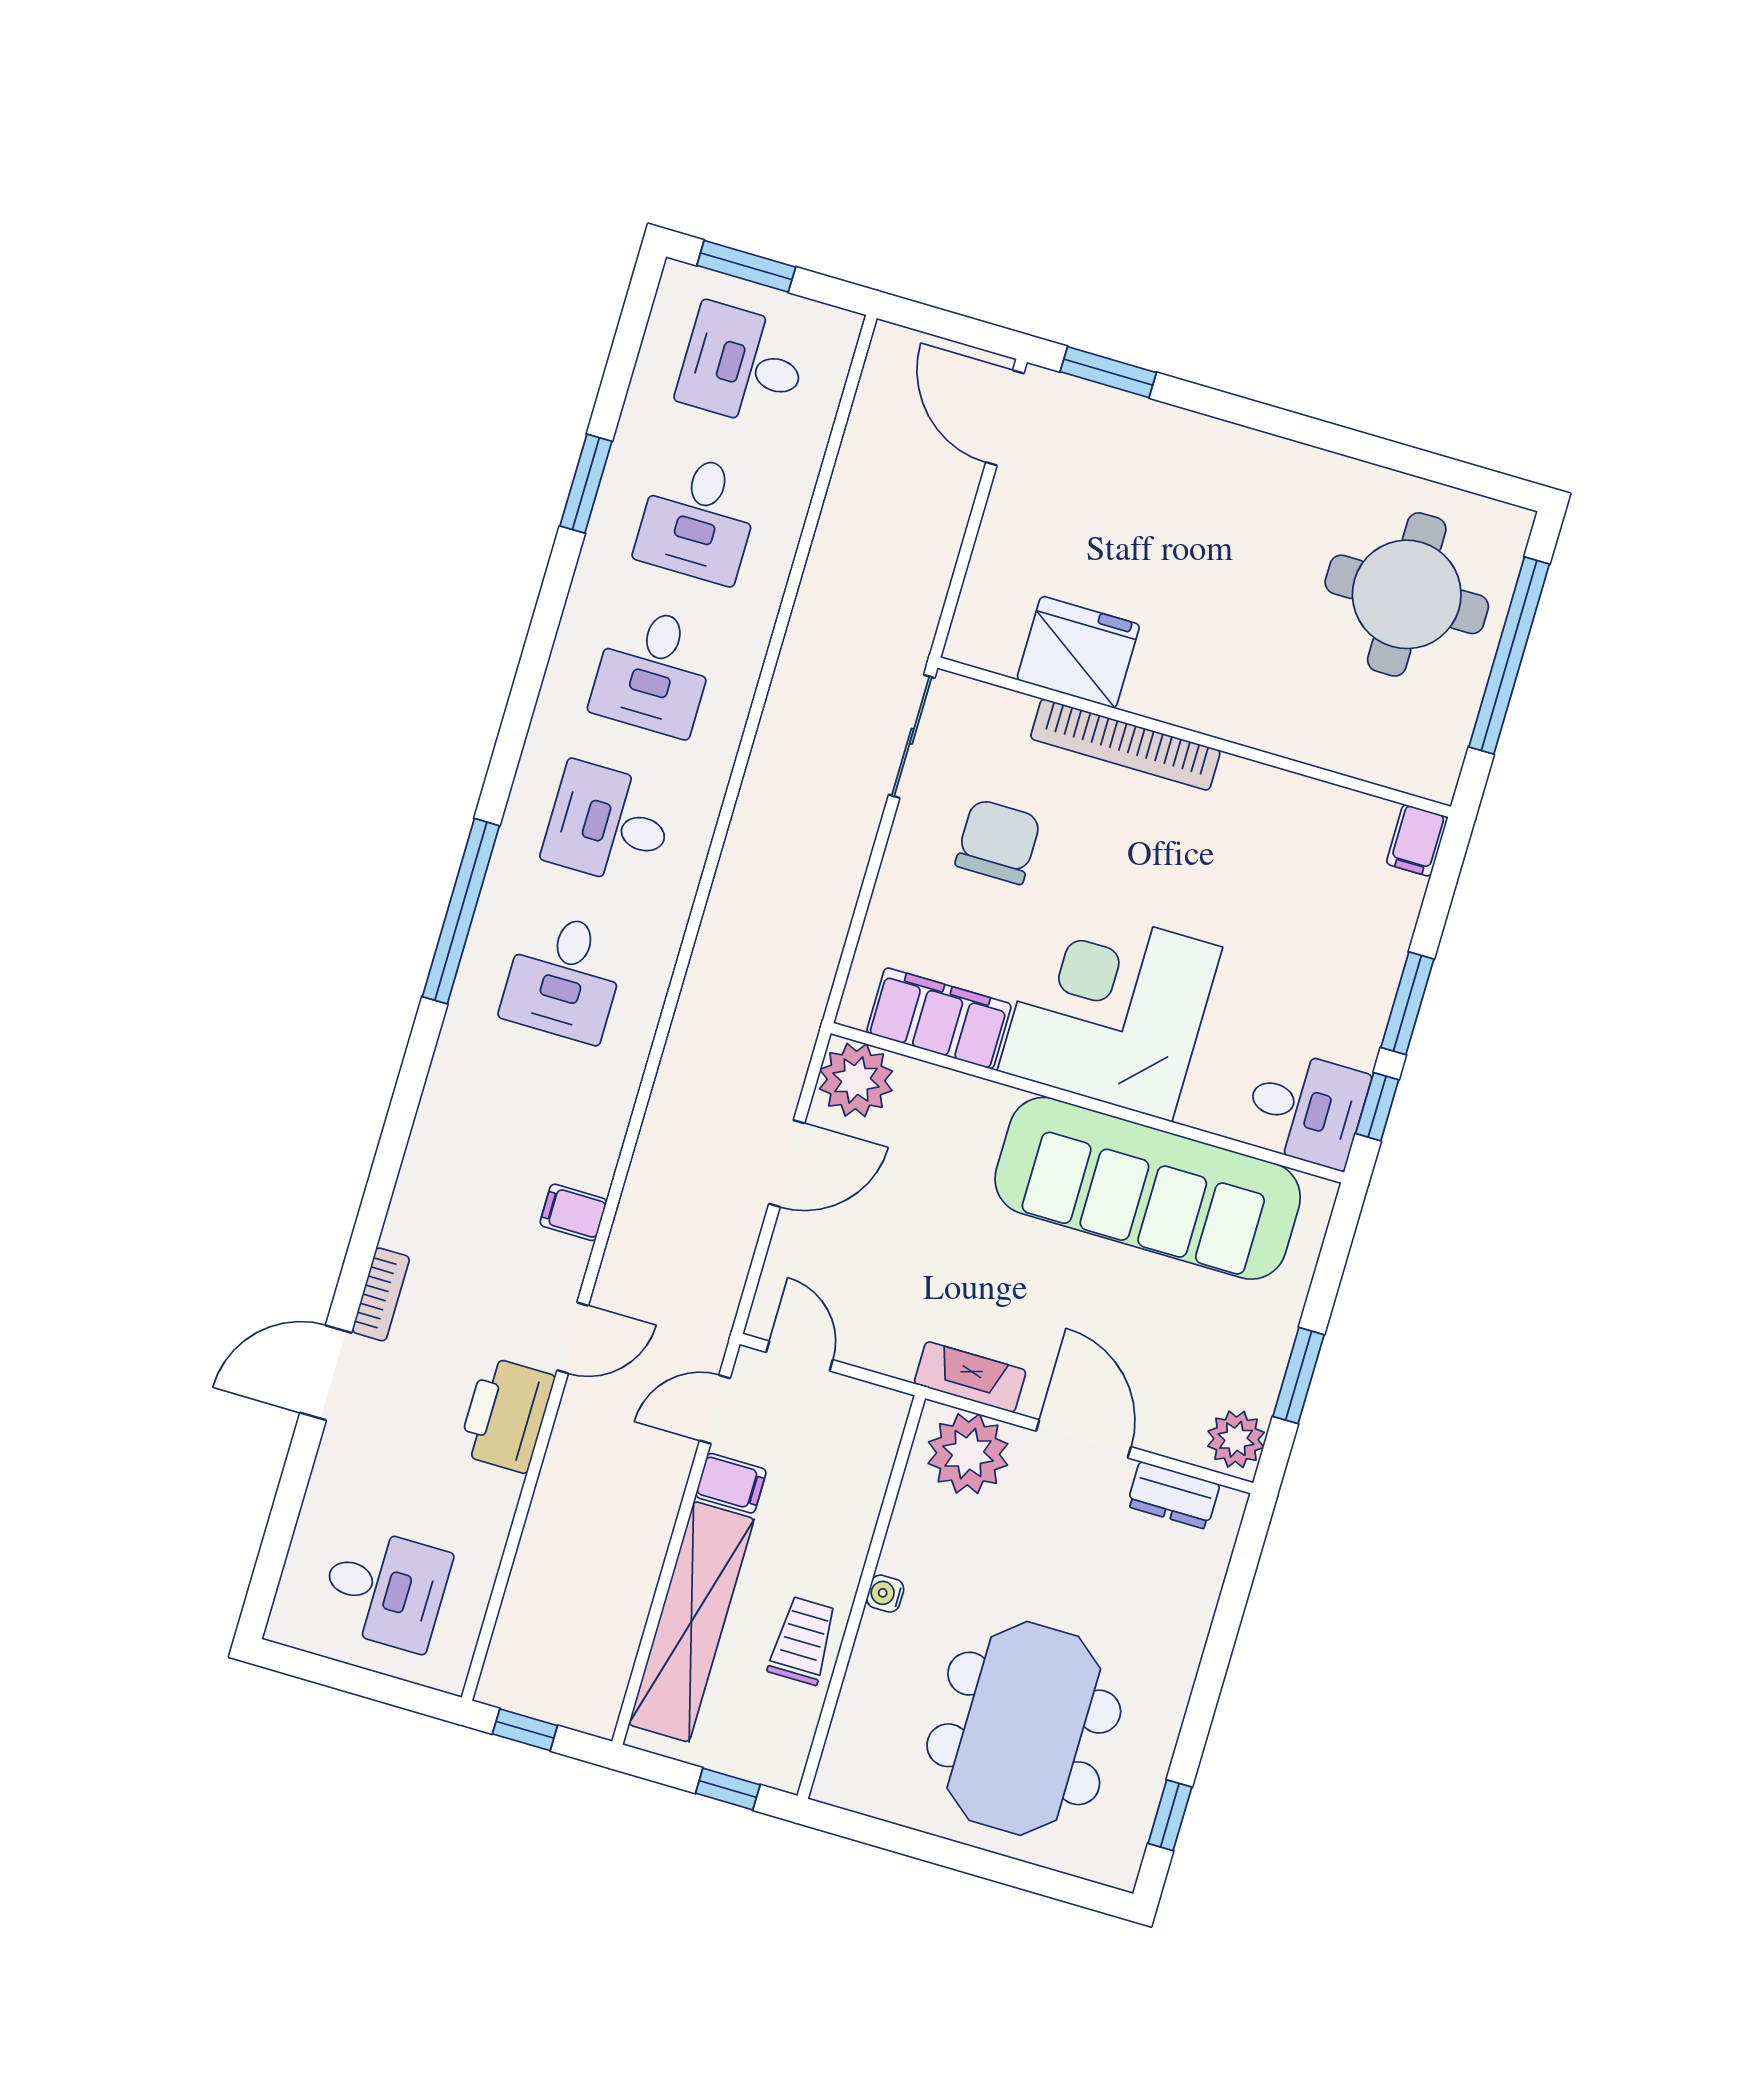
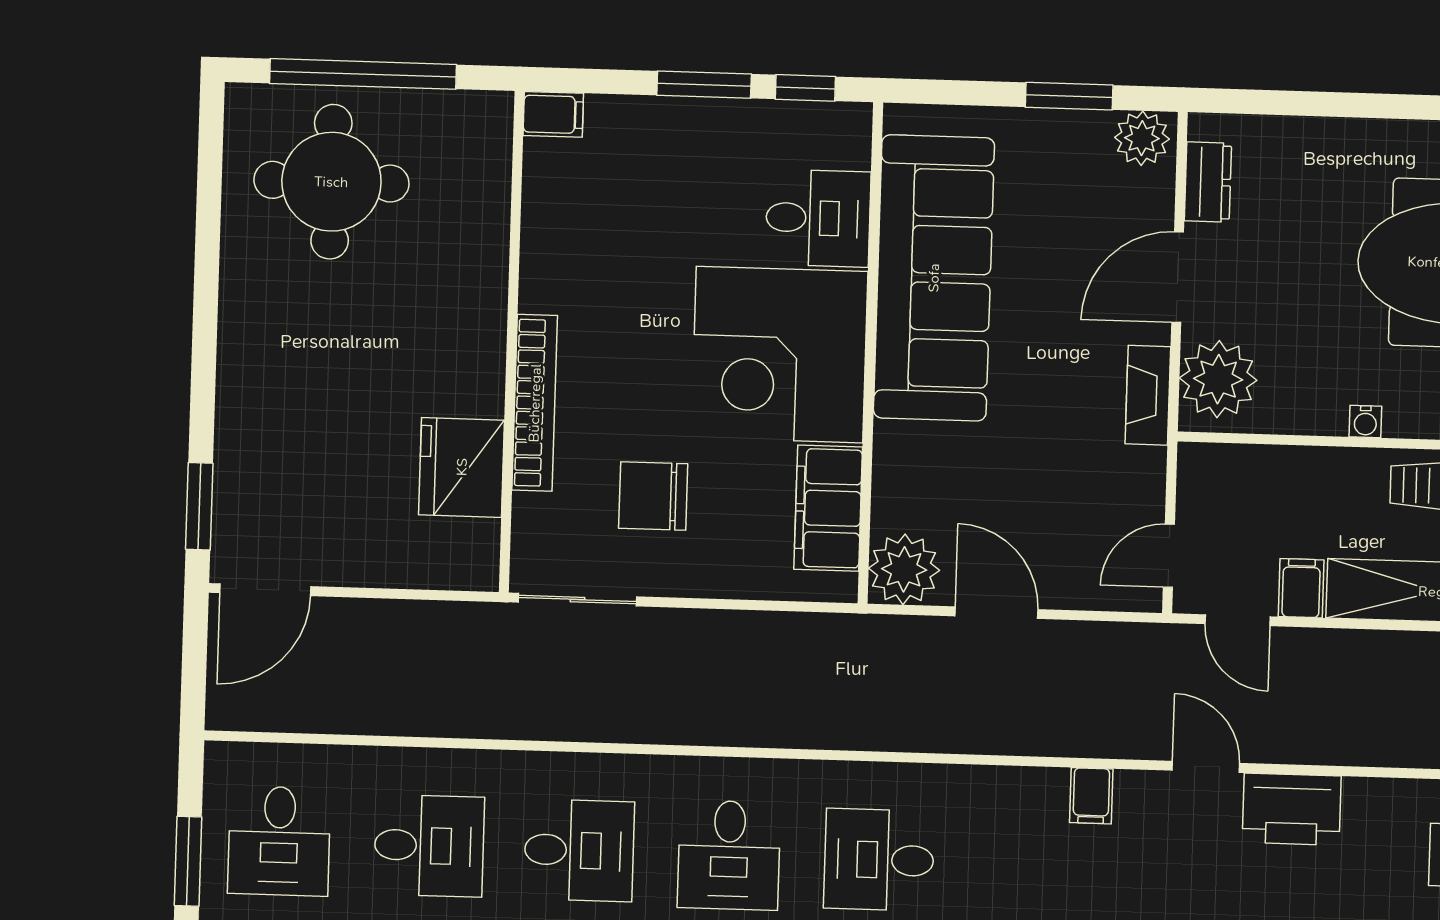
desk: (564, 977) -> (879, 860), turned 180
desk: (1306, 1108) -> (818, 218), moved, turned 90

